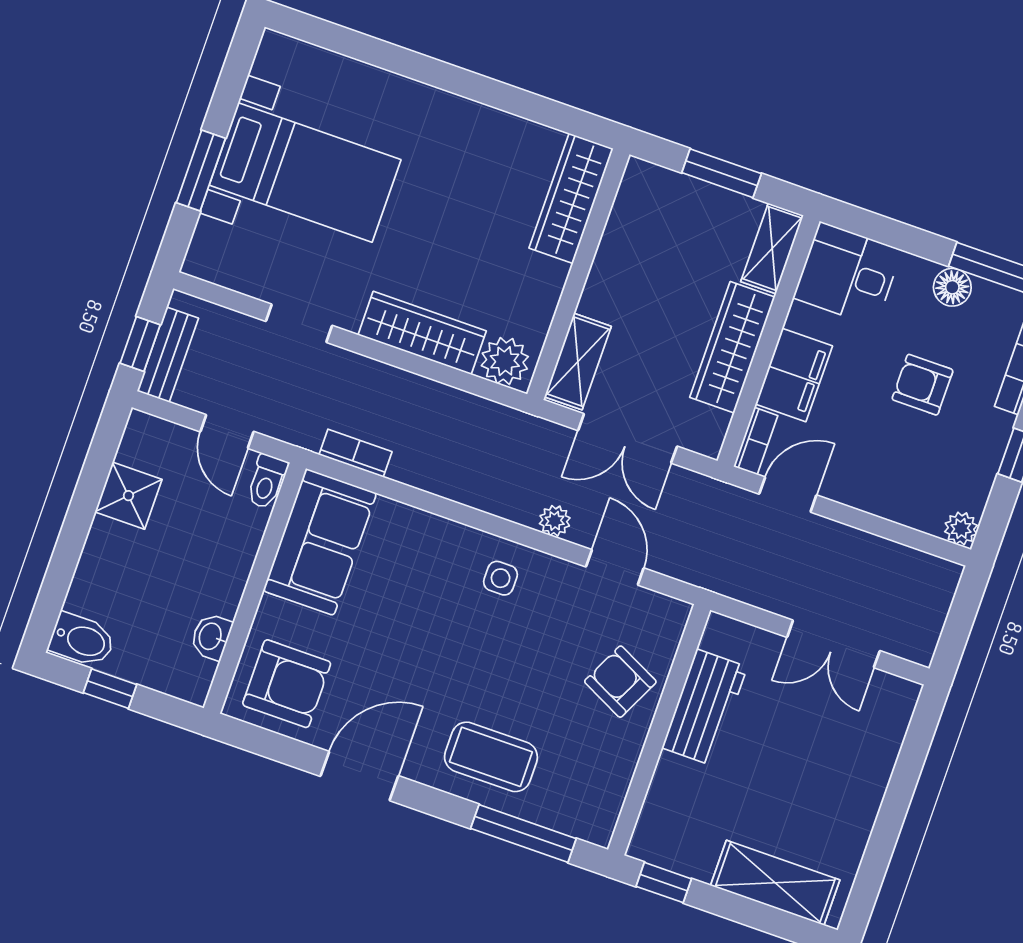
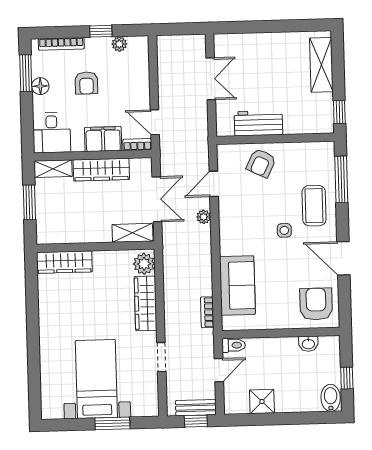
plant: (961, 529) -> (119, 44), moved
sofa: (320, 542) -> (237, 285), moved, turned 90
side table: (501, 578) -> (284, 230), moved

